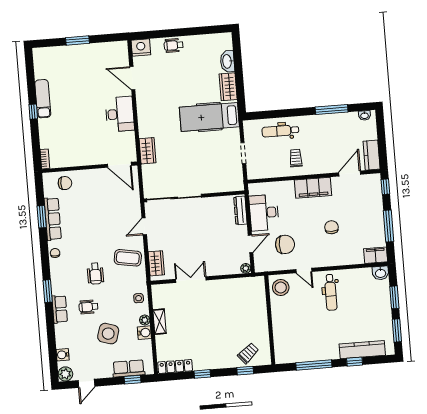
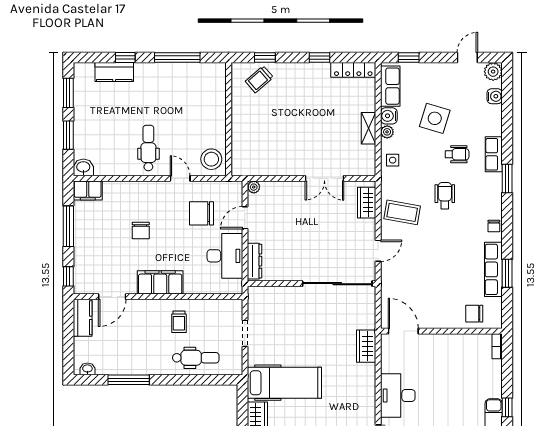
kitchen counter: (362, 350) -> (114, 72), width x0.67
row of seats: (129, 368) -> (390, 86), moved, turned -90

